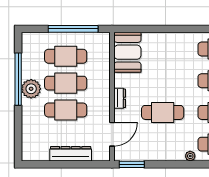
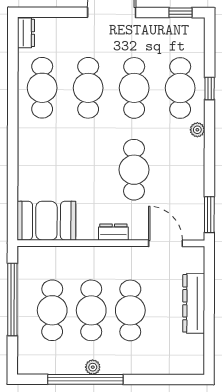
plant: (31, 89) -> (93, 367), width x0.53, depth x0.53

